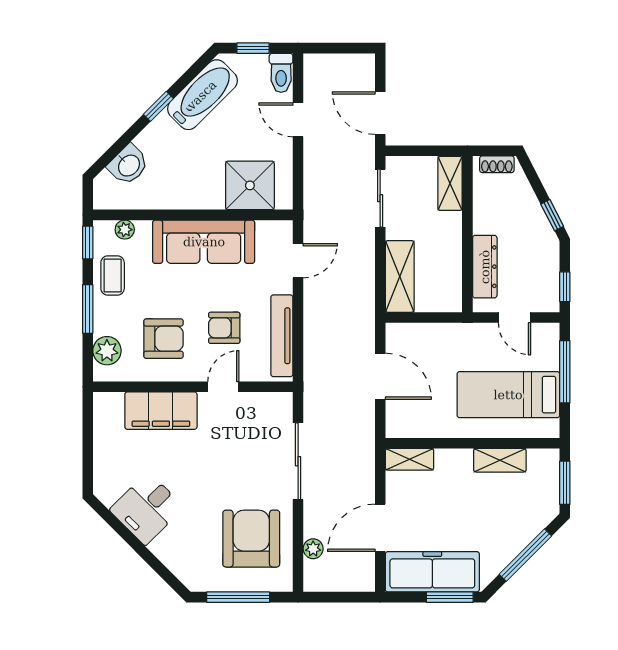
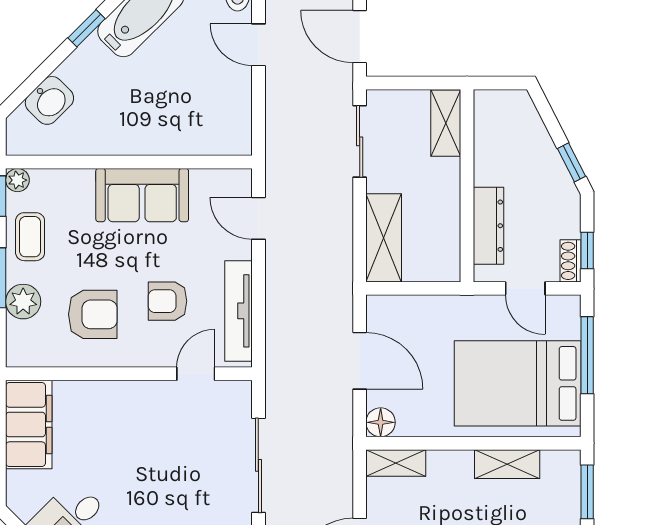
shoe rack: (497, 164) -> (571, 261), moved, turned 90
shower: (250, 185) -> (199, 126), removed
plant: (125, 230) -> (17, 180), moved
sofa: (204, 242) -> (142, 195), width x0.73
door: (298, 261) -> (258, 218), swing flipped
plant: (107, 351) -> (23, 302), moved
door: (223, 387) -> (196, 374), moved
bed: (508, 395) -> (518, 383), width x1.50
filing cabinet: (161, 411) -> (29, 425), moved, turned -90
floor lamp: (397, 426) -> (381, 422), added

